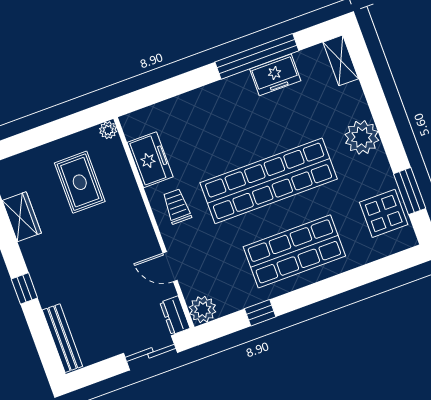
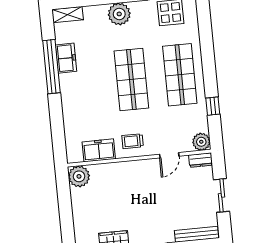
plant: (108, 130) -> (79, 176), width x1.88, depth x1.88
shop shelf: (269, 181) -> (131, 80), width x0.71
rug: (80, 182) -> (102, 198), removed
sliding door: (150, 353) -> (221, 195), moved

